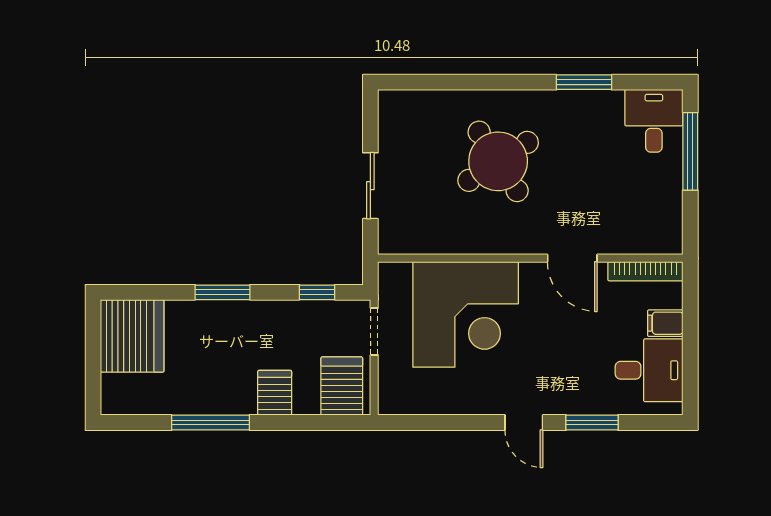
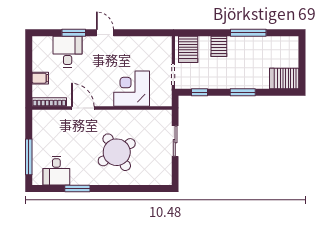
desk: (654, 121) -> (56, 171), moved
corner desk: (466, 314) -> (132, 89), width x0.74, depth x0.74
server rack: (132, 336) -> (284, 79), width x0.62
desk: (649, 370) -> (68, 52), moved, turned 90

